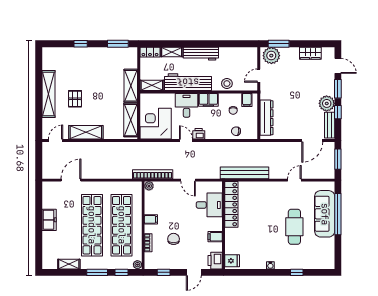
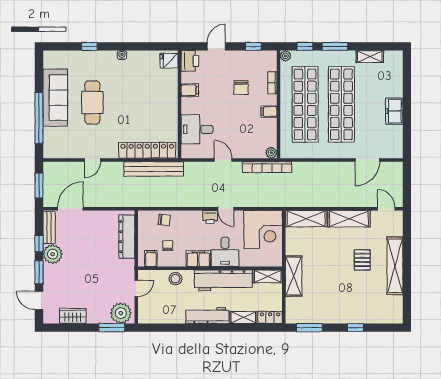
shelving: (131, 120) -> (306, 219), moved, turned 90
door: (56, 140) -> (386, 209), swing flipped
locker: (231, 204) -> (147, 150), moved, turned 90
sofa: (325, 214) -> (55, 98), moved

